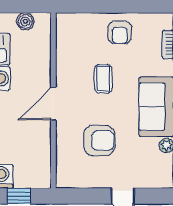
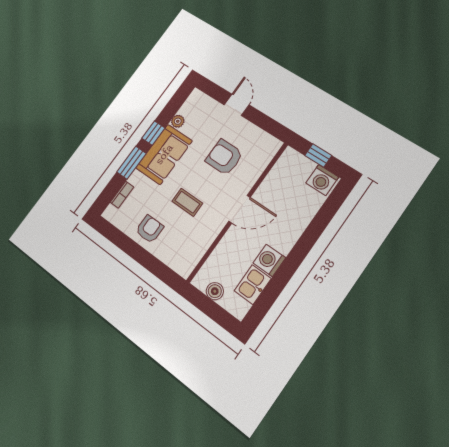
coffee table: (103, 79) -> (187, 202), turned 90

